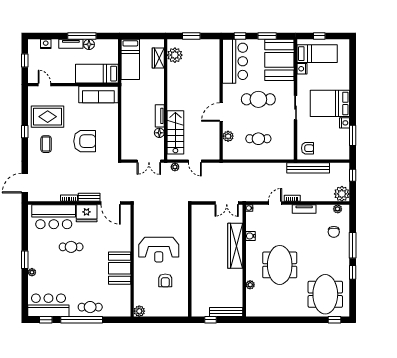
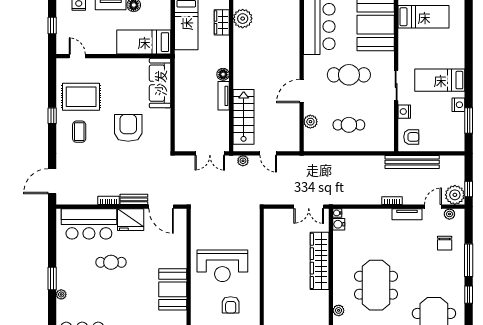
nightstand: (302, 69) -> (404, 112), moved
sofa: (98, 95) -> (160, 83), moved, turned 90
bed: (330, 103) -> (440, 80), width x0.67
floor lamp: (159, 133) -> (223, 74), moved
armchair: (85, 141) -> (128, 128), turned -90
window: (353, 175) -> (469, 189), moved
door: (275, 203) -> (433, 207), moved
water cooler: (250, 236) -> (339, 224), moved

